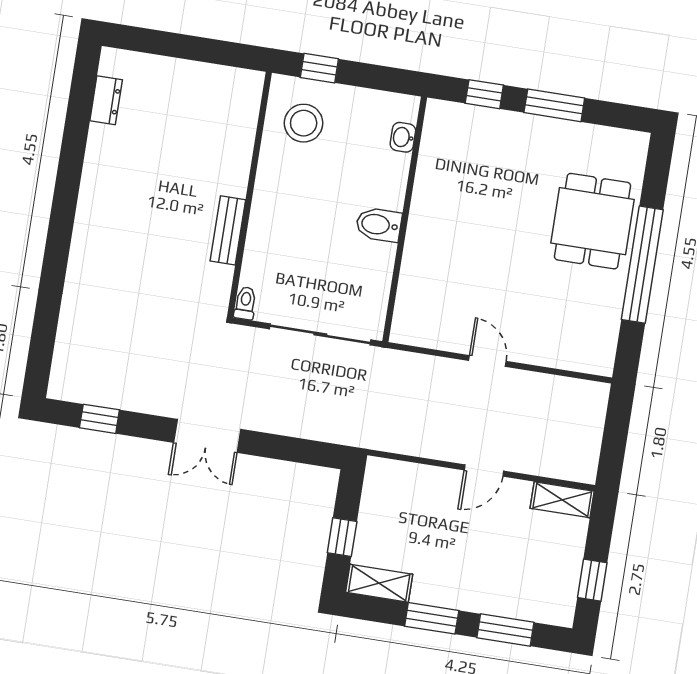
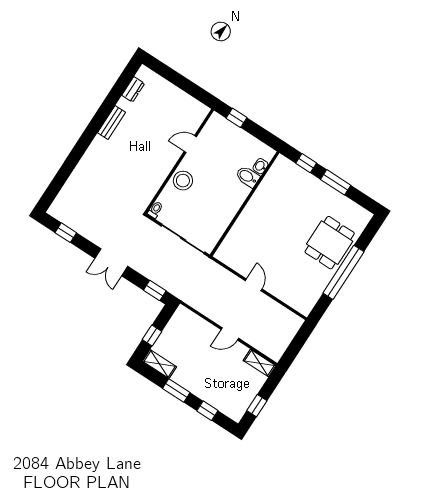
stool: (304, 123) -> (183, 181), moved
door: (256, 154) -> (190, 144), added
bidet: (379, 225) -> (248, 177), moved
bench: (228, 230) -> (112, 123), moved
window: (310, 452) -> (155, 291), added
window: (505, 630) -> (207, 411), width x0.67

